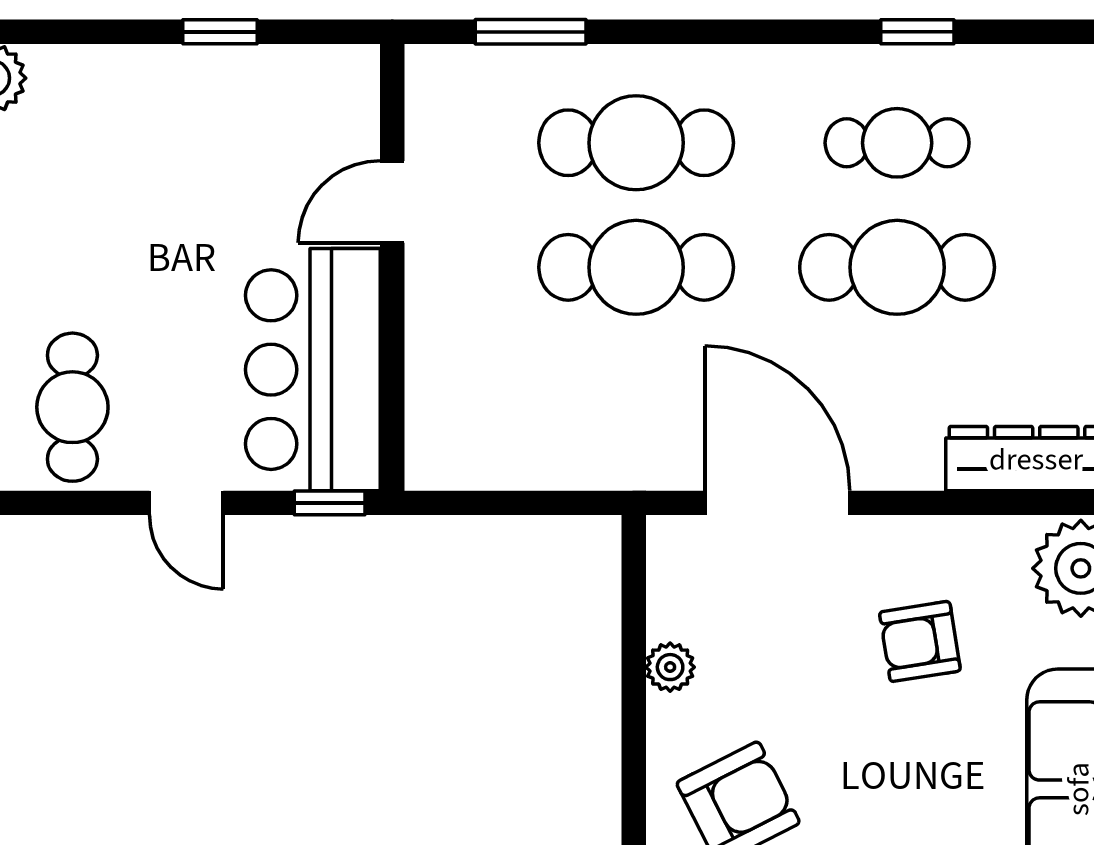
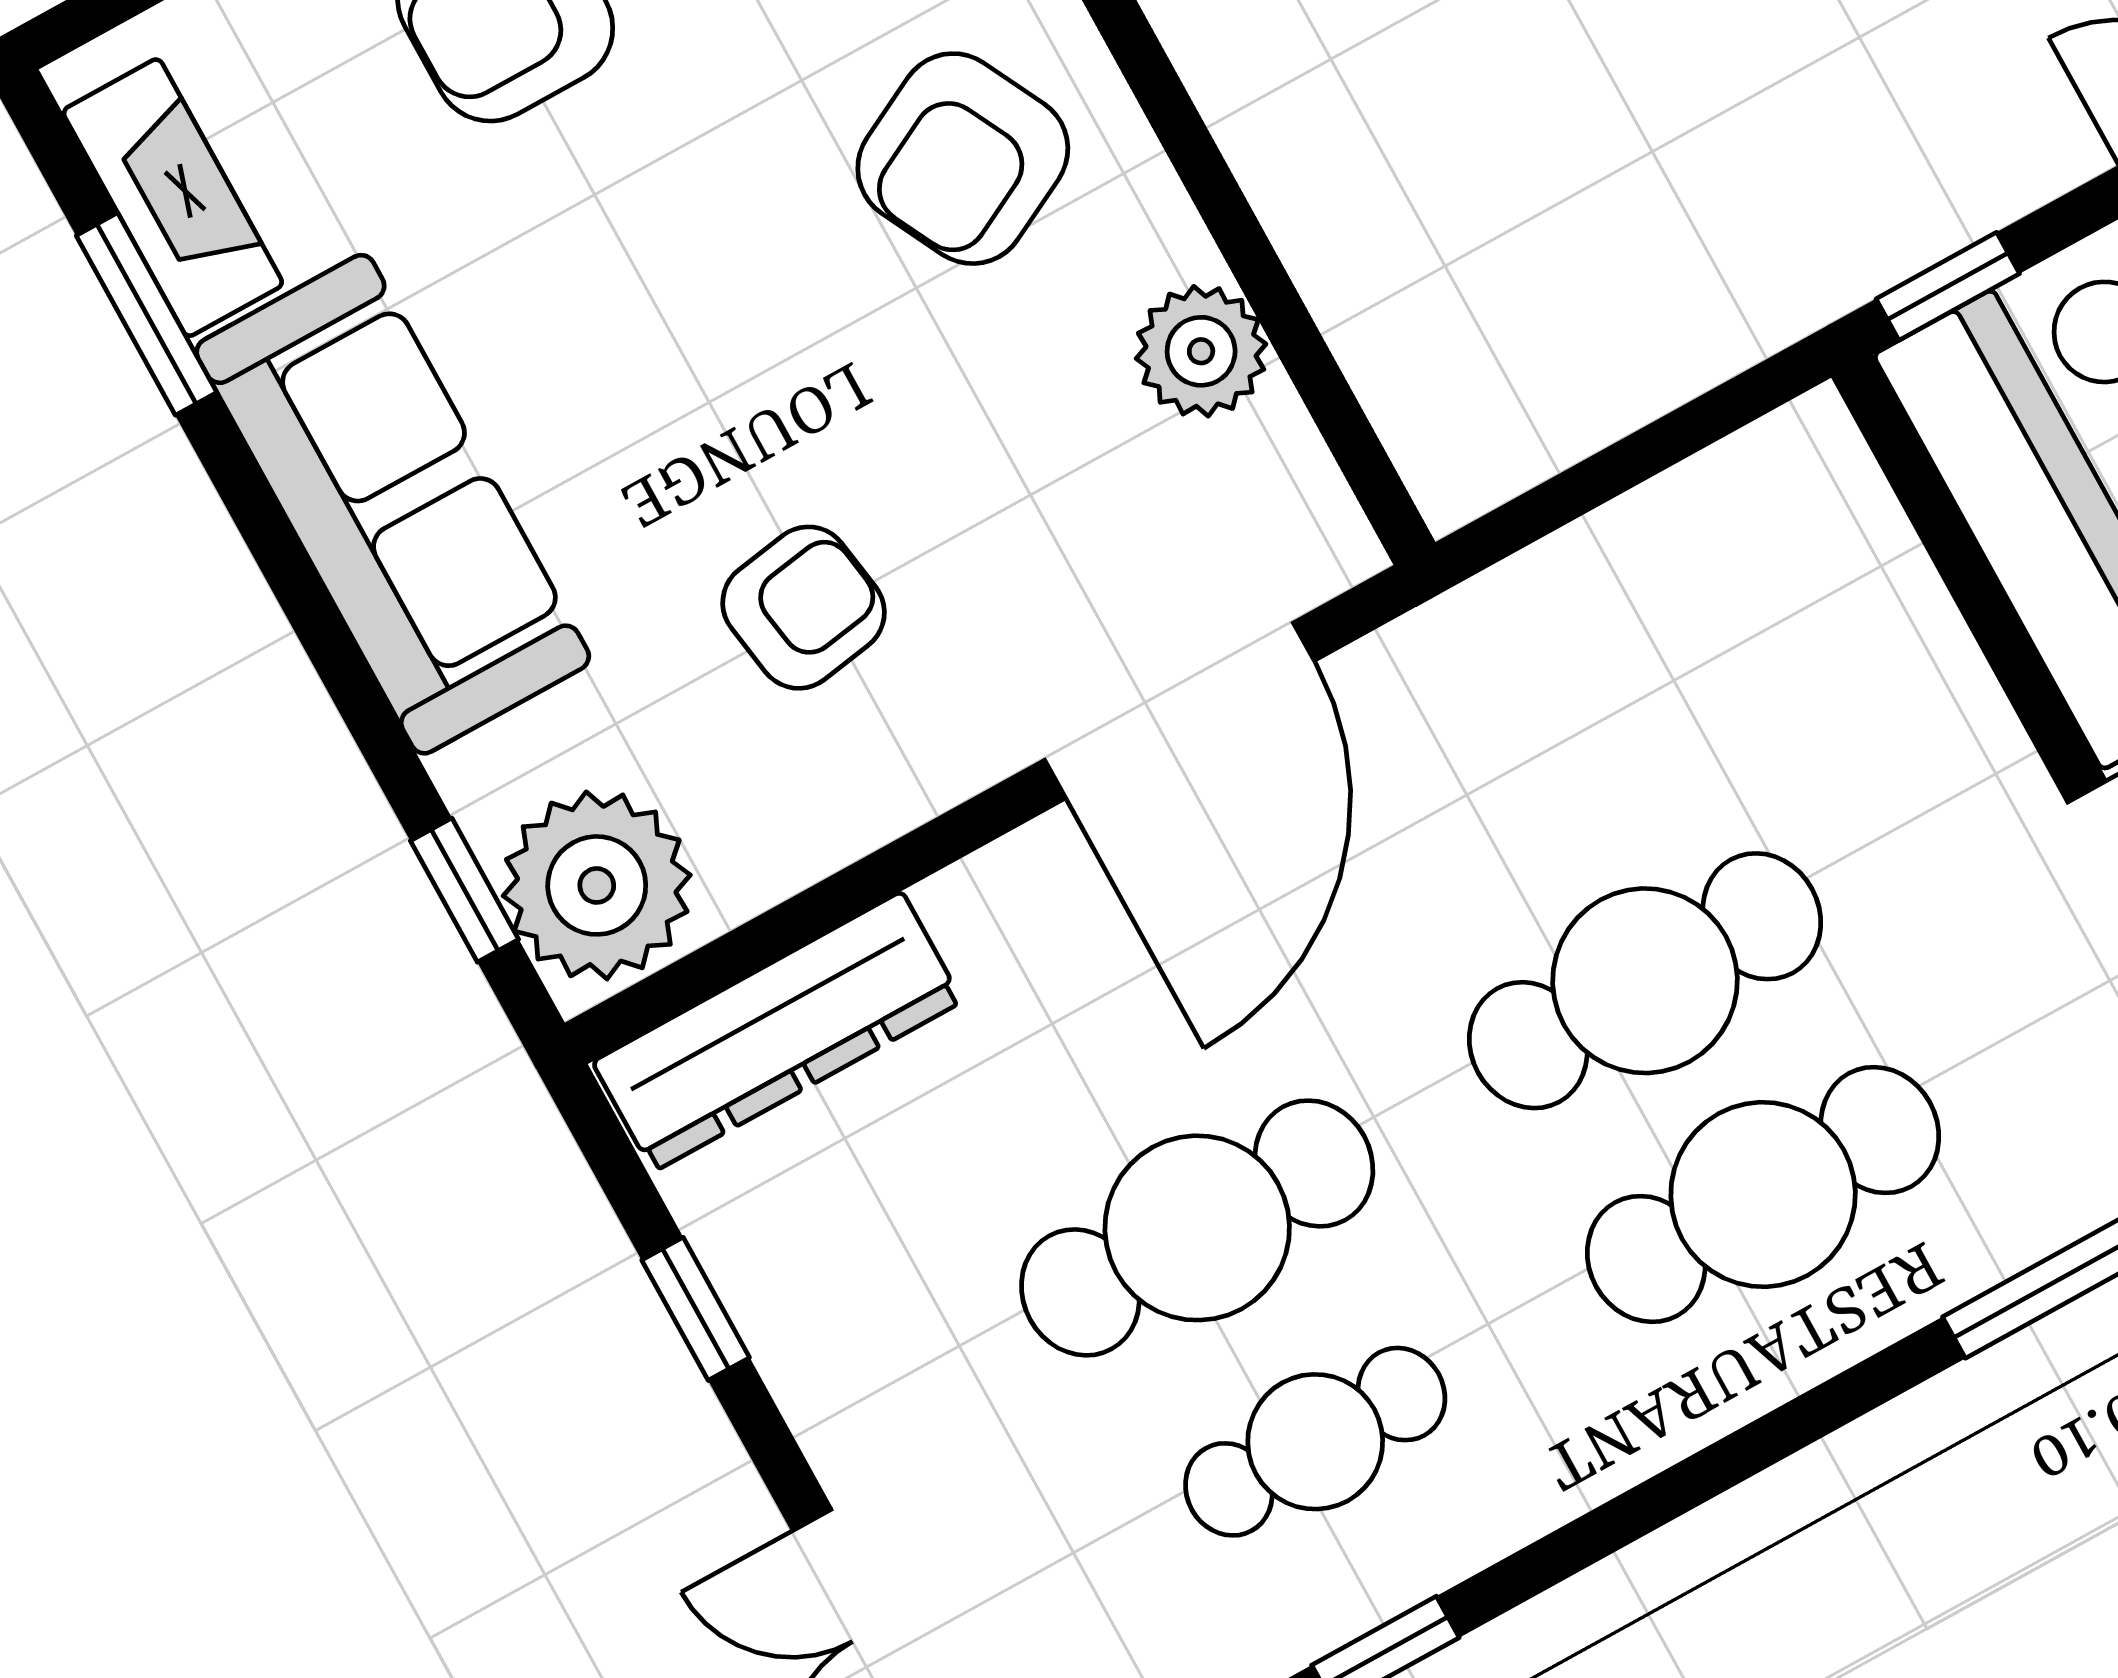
door: (777, 503) -> (1180, 710), hinge flipped
plant: (670, 667) -> (1201, 351), width x1.38, depth x1.38

